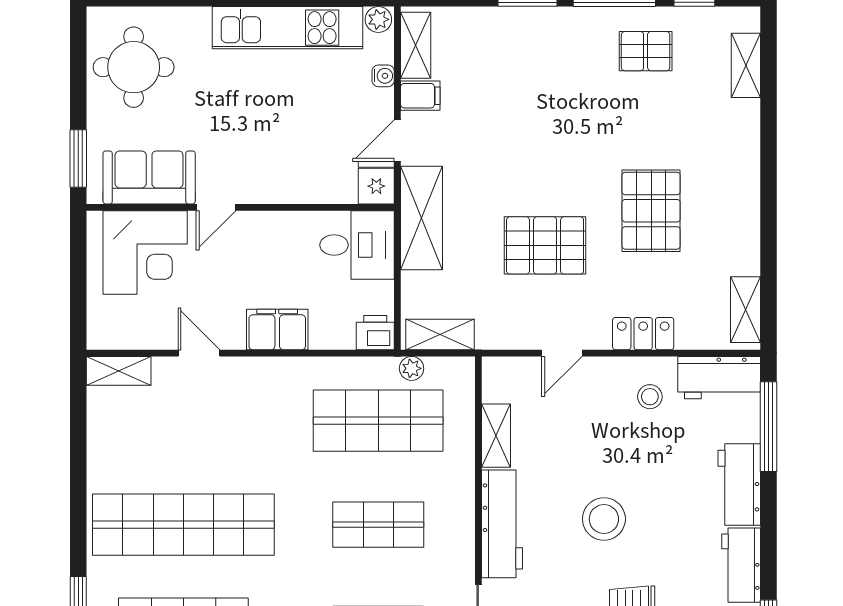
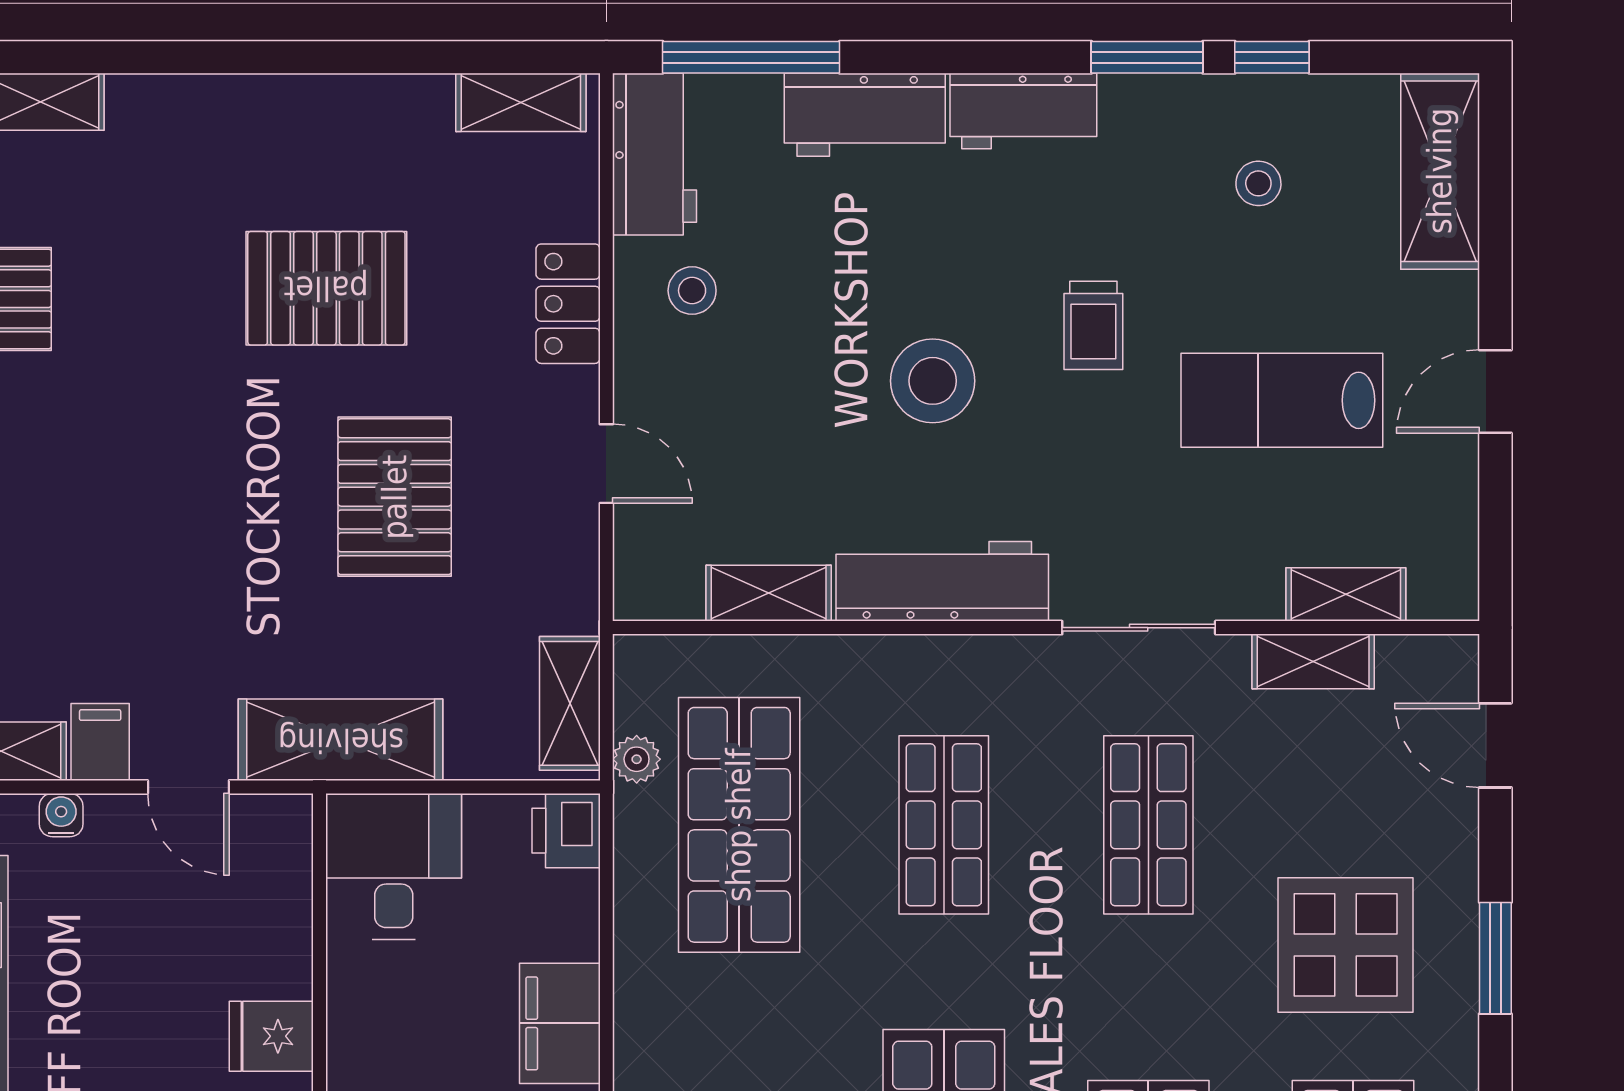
fridge: (376, 183) -> (271, 1036), moved

